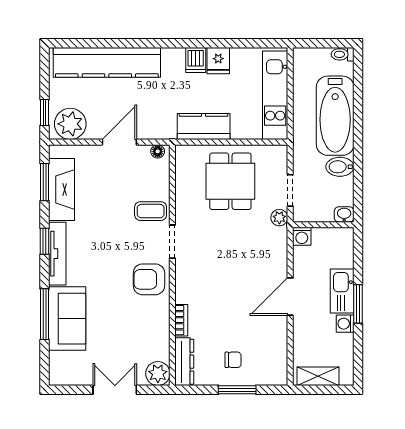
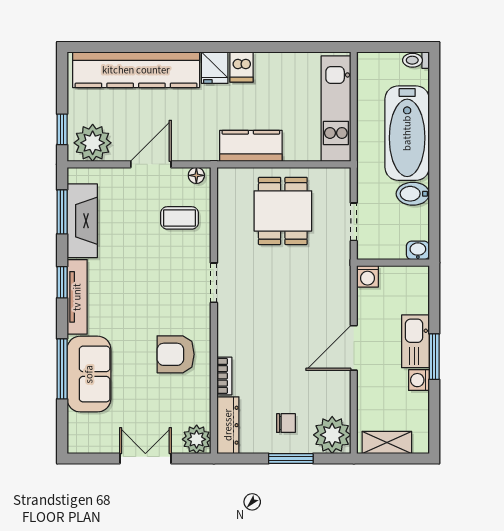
fridge: (218, 61) -> (215, 68), moved
coffee table: (151, 211) -> (180, 218), moved
plant: (279, 218) -> (332, 435), moved, width x1.87, depth x1.87
armchair: (149, 279) -> (176, 354), moved

